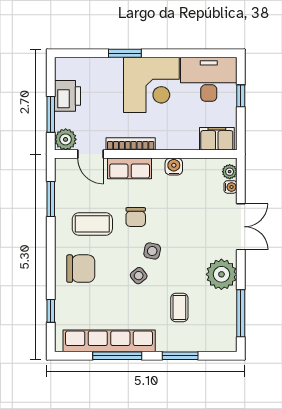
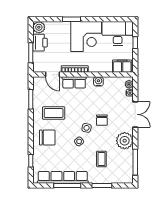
plant: (66, 139) -> (39, 27), moved
chair: (136, 217) -> (102, 120), moved

